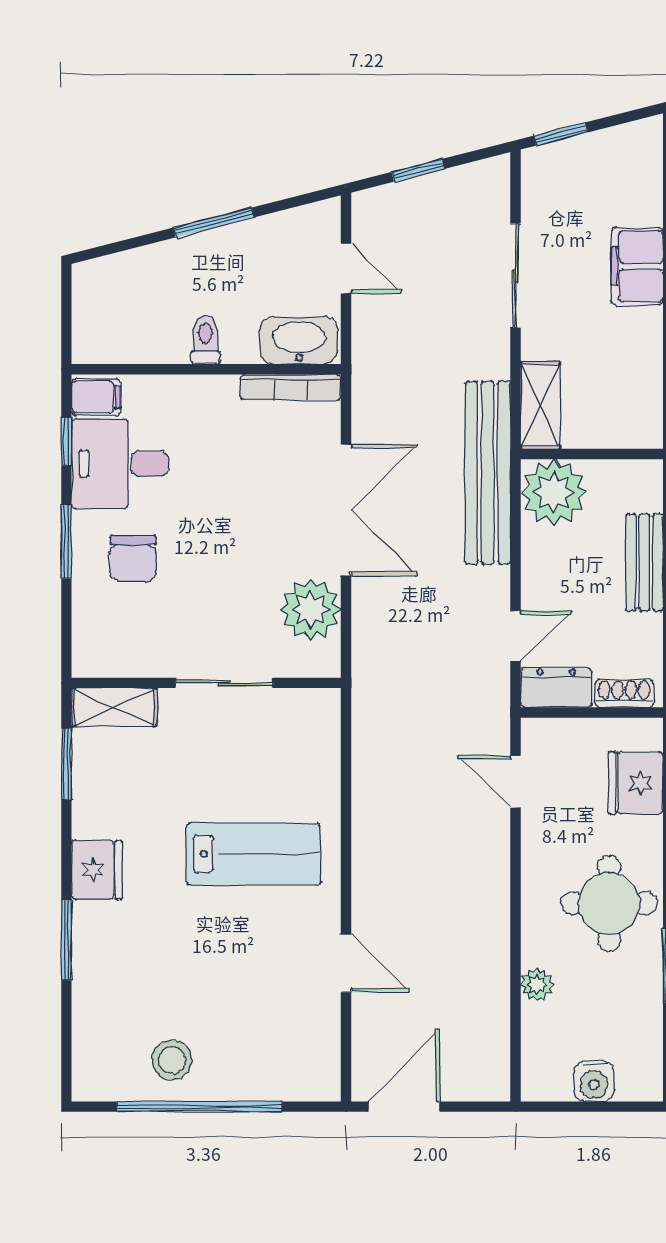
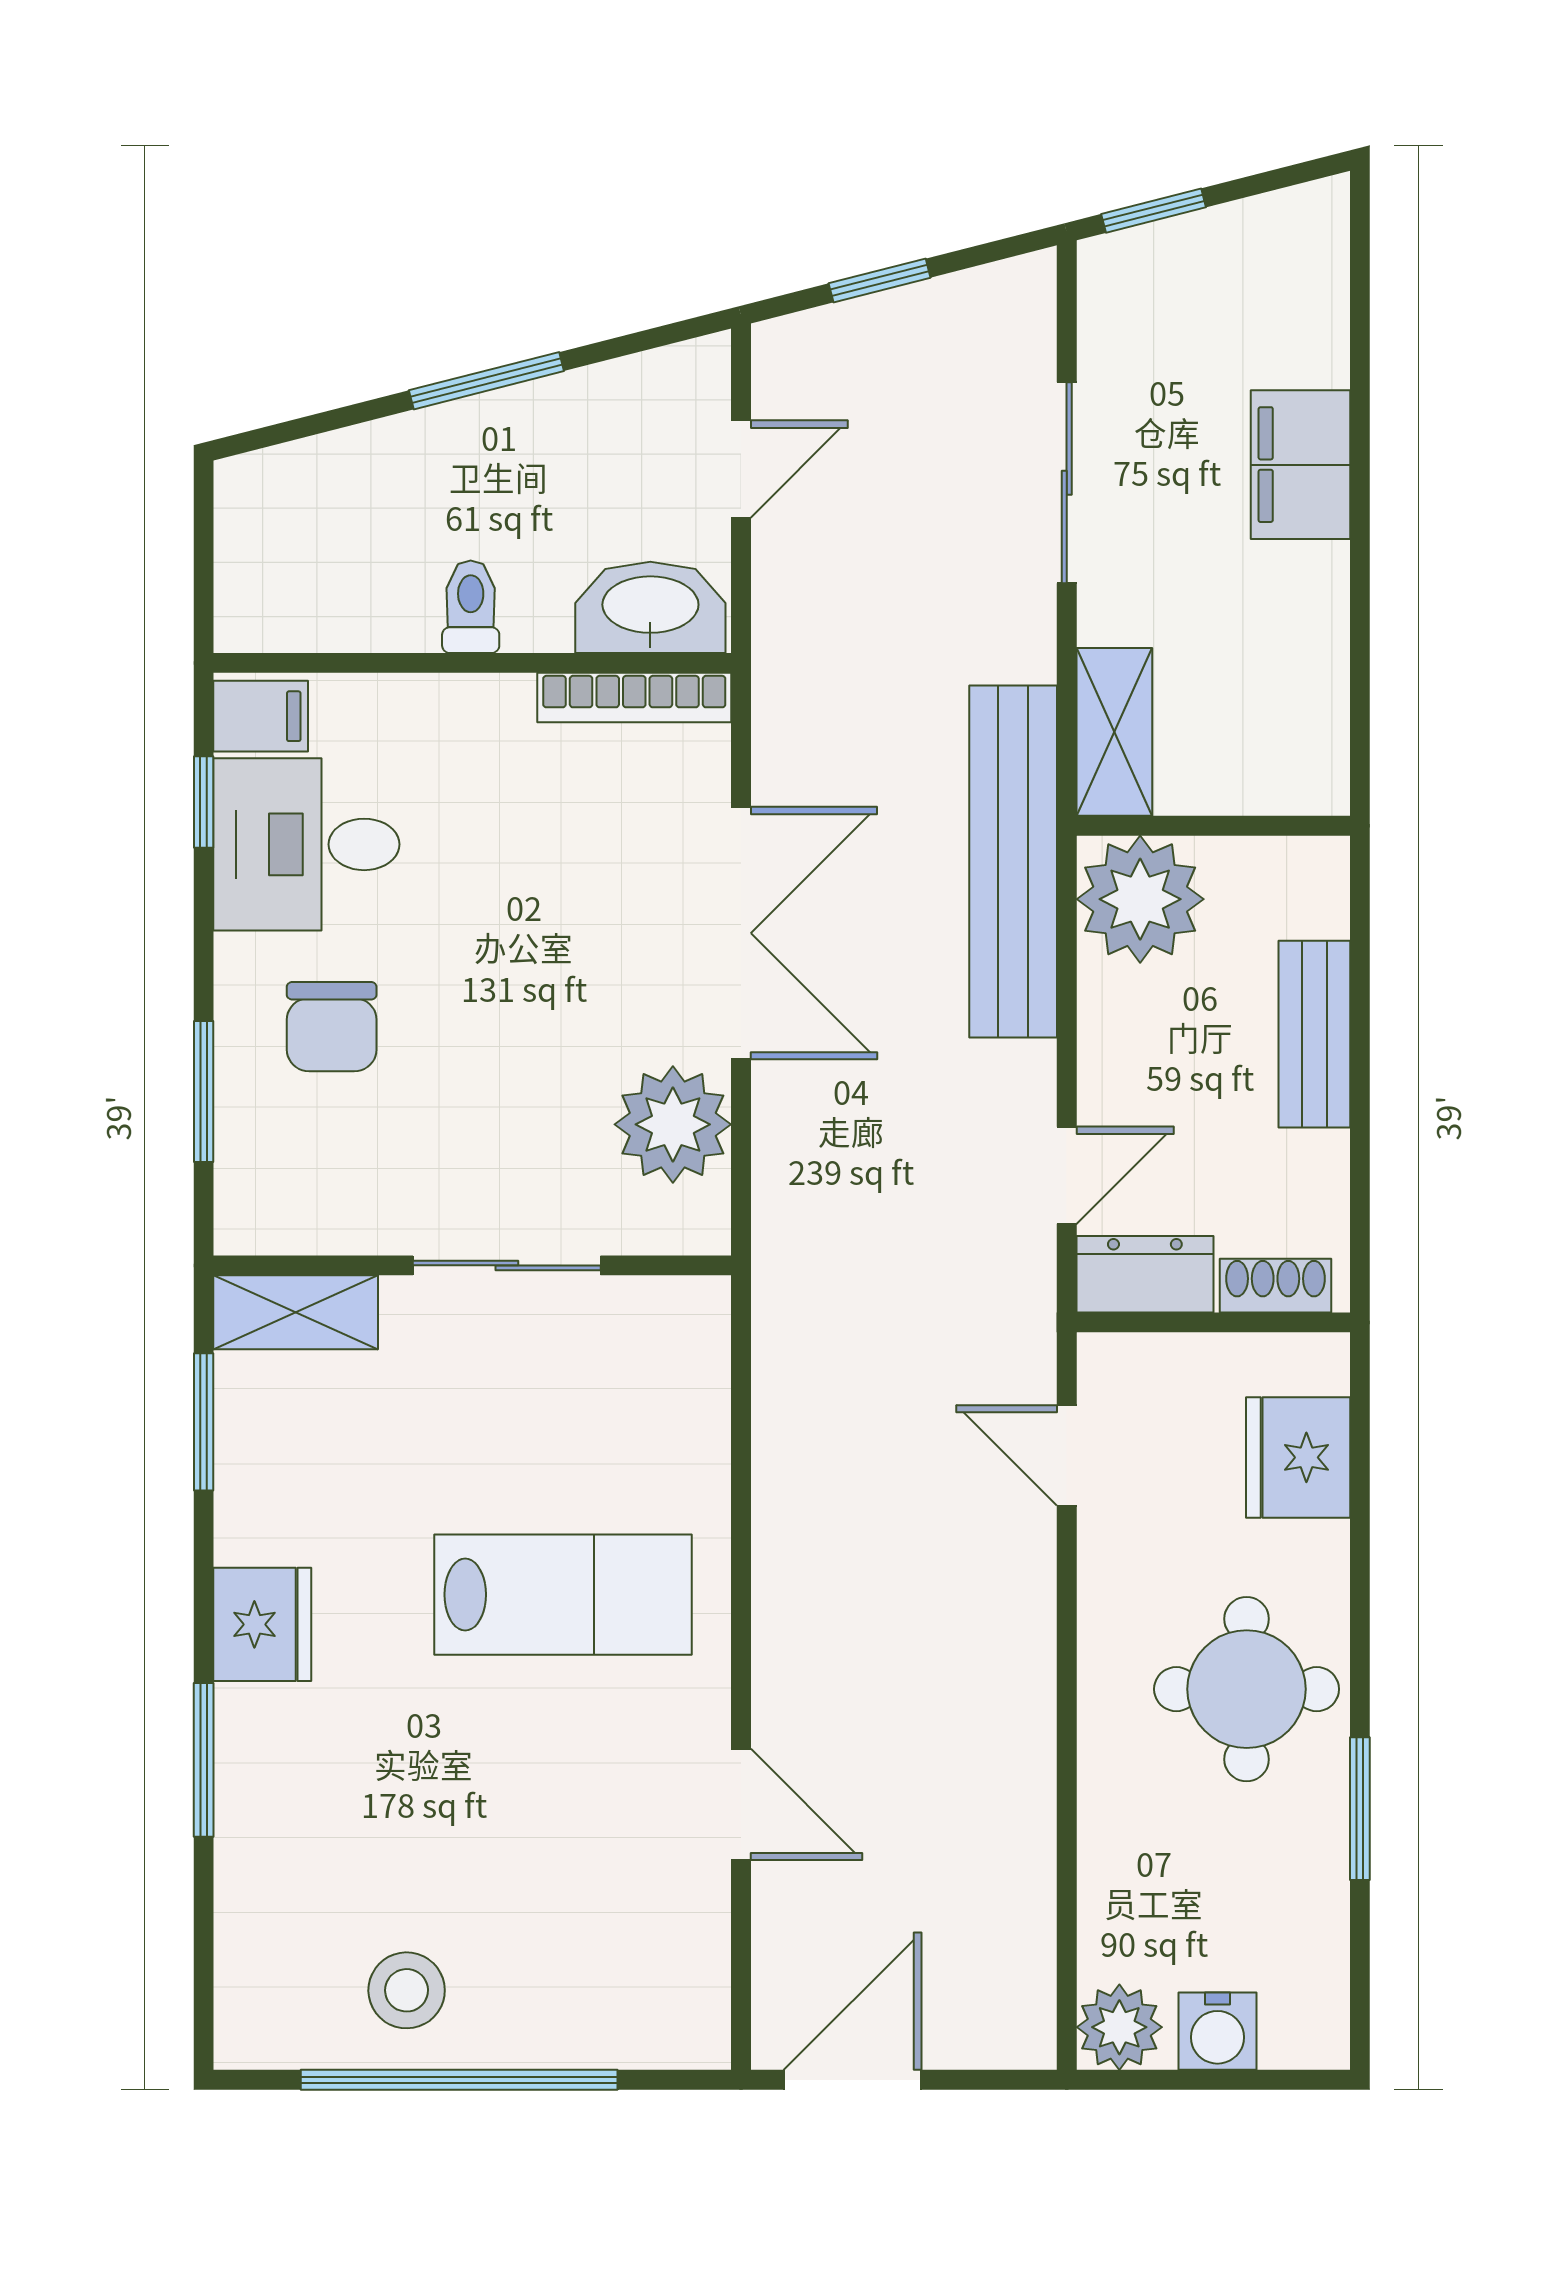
door: (346, 268) -> (741, 469), hinge flipped
window: (66, 542) -> (204, 1091), moved
plant: (537, 985) -> (1119, 2027), moved, width x1.38, depth x1.38

